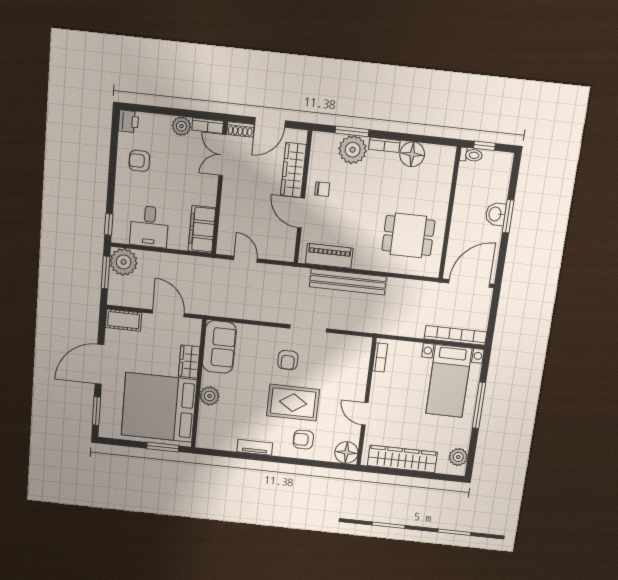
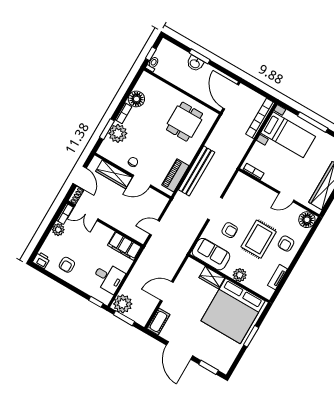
sofa: (219, 347) -> (211, 254), moved
wardrobe: (189, 362) -> (212, 278), moved
wall: (199, 384) -> (229, 278), moved
plant: (210, 396) -> (240, 275), moved
bed: (159, 407) -> (233, 311), moved

